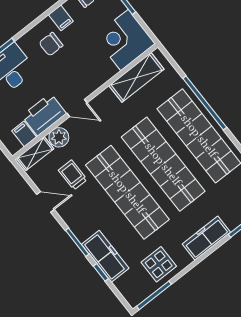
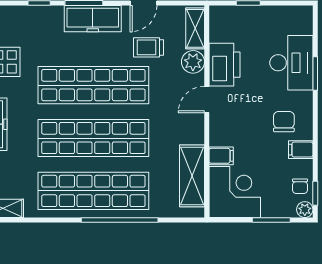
filing cabinet: (24, 134) -> (221, 156), moved
trolley: (73, 175) -> (149, 47), turned 180
freezer: (105, 256) -> (93, 19), moved

